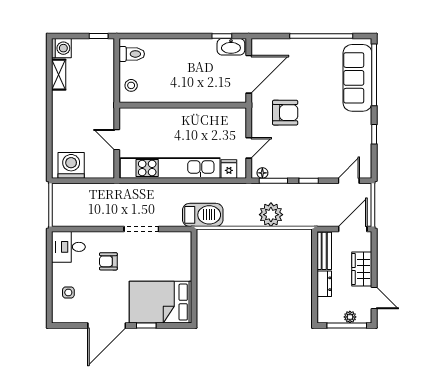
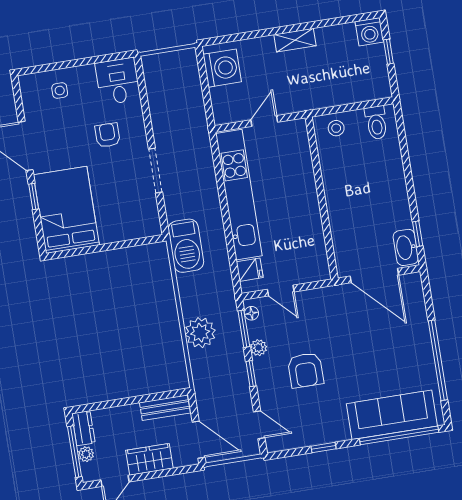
window: (99, 36) -> (388, 52), moved
shelving: (59, 75) -> (295, 40), moved
armchair: (285, 113) -> (306, 370), moved
plant: (290, 172) -> (258, 348), added
dresser: (324, 284) -> (83, 428), moved, turned -90

